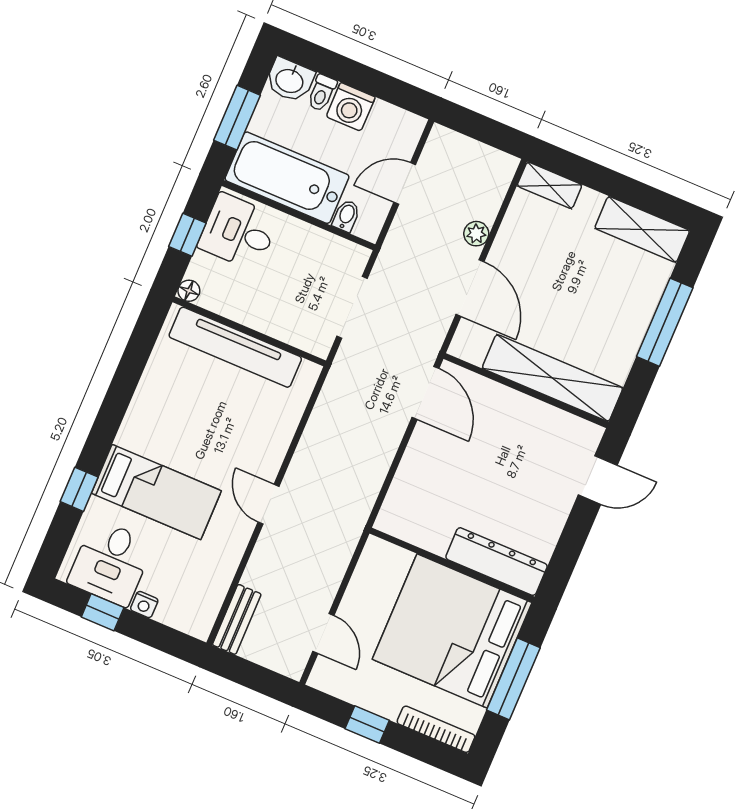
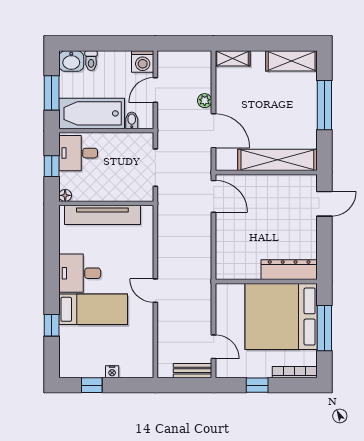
washing machine: (351, 107) -> (143, 62), moved
desk: (111, 563) -> (80, 273), moved, turned 90
bench: (237, 619) -> (193, 371), moved, turned 90

